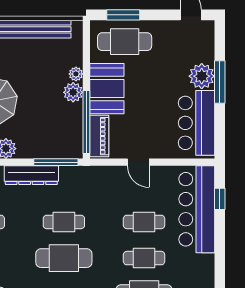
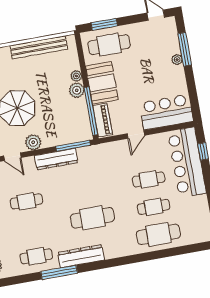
plant: (202, 76) -> (177, 60), width x0.53, depth x0.53
window: (220, 82) -> (185, 49), moved
bar counter: (197, 123) -> (166, 112), moved, turned 90
door: (138, 162) -> (136, 135), hinge flipped
cafe table: (64, 222) -> (87, 190), removed

